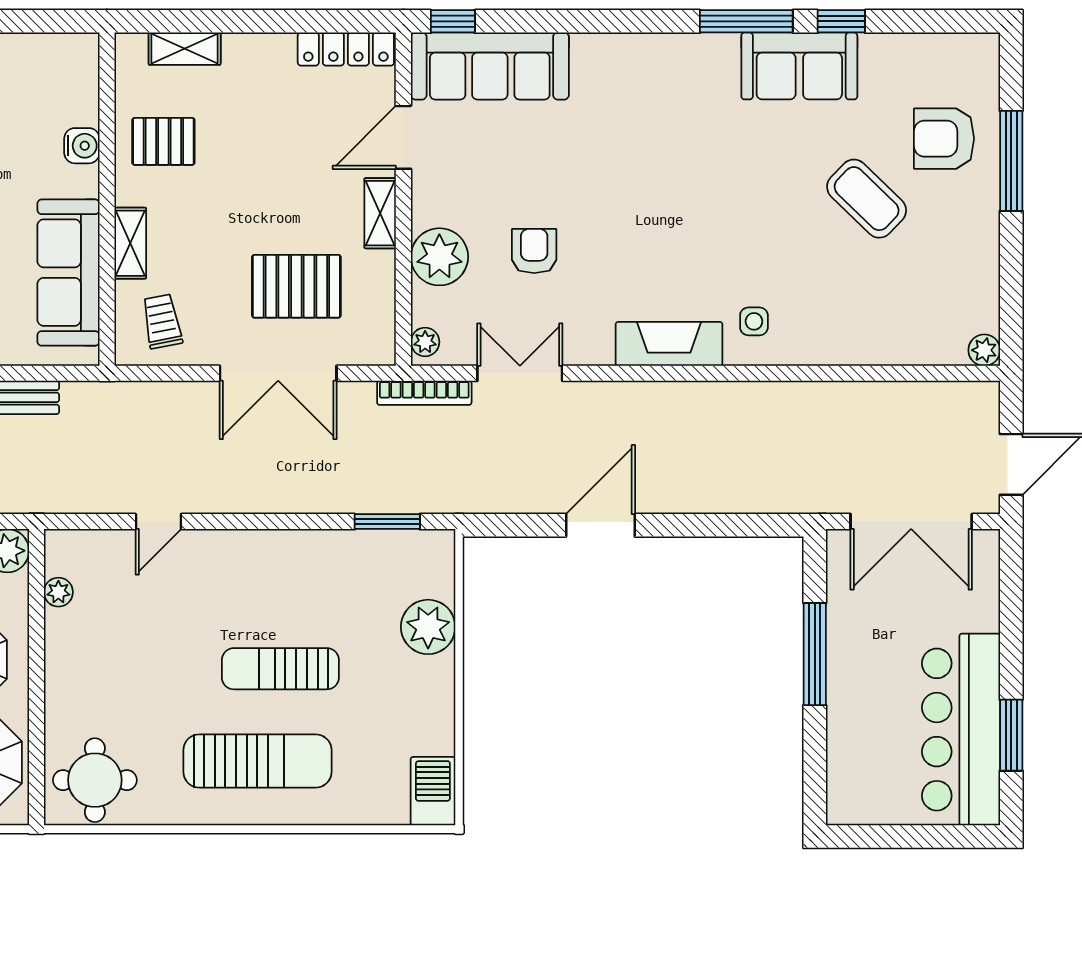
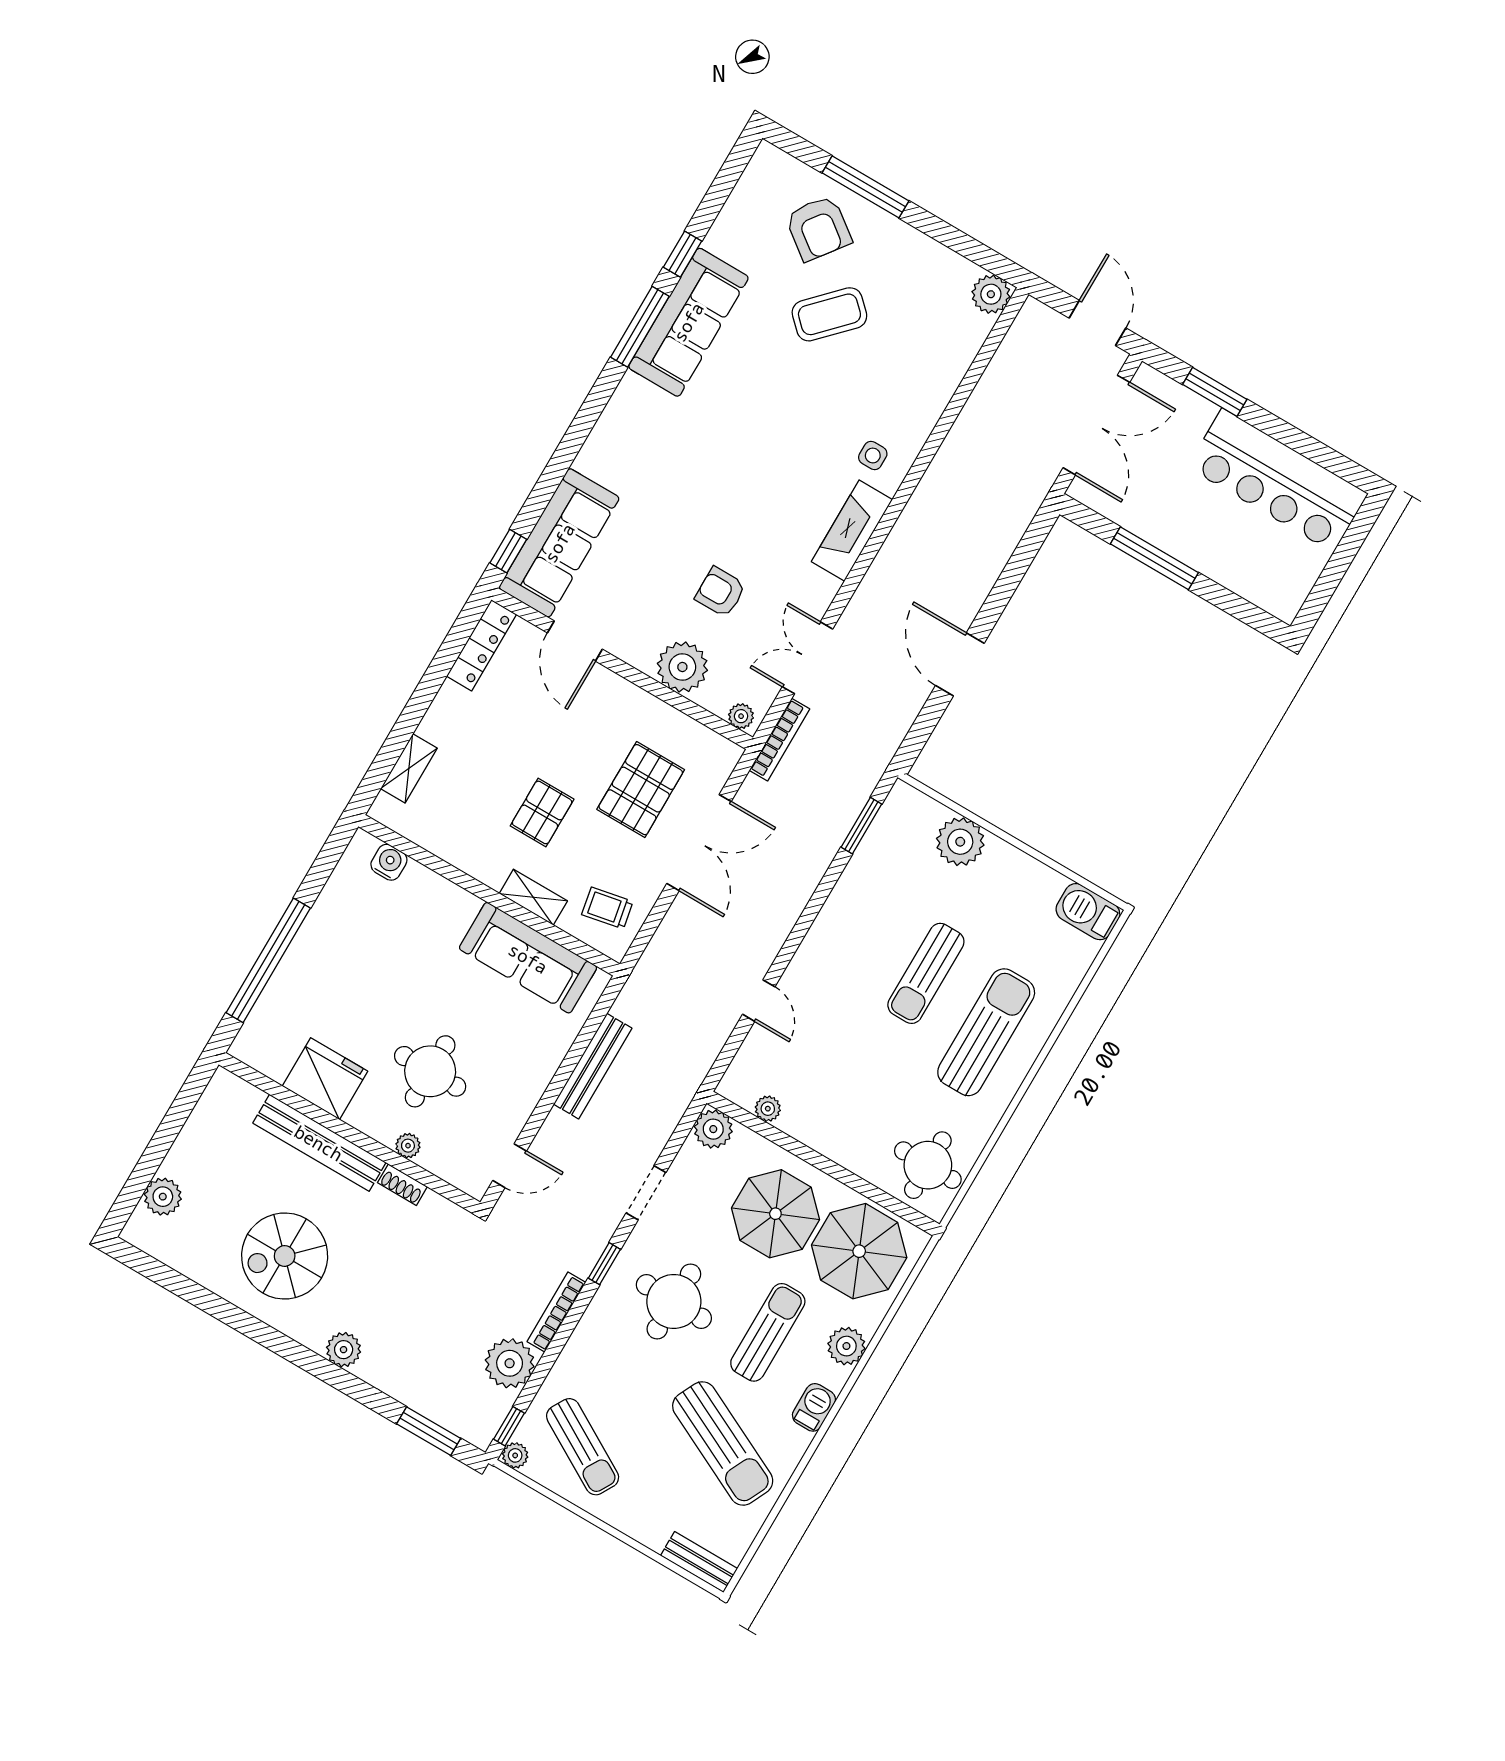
sofa: (799, 66) -> (688, 322), width x1.36
armchair: (944, 139) -> (818, 228), turned -53
pallet: (163, 141) -> (542, 812), moved
water cooler: (82, 146) -> (389, 862), moved
shelving: (380, 213) -> (622, 693), removed
plant: (984, 350) -> (991, 294), width x1.38, depth x1.38
window: (1011, 735) -> (1215, 392), moved

